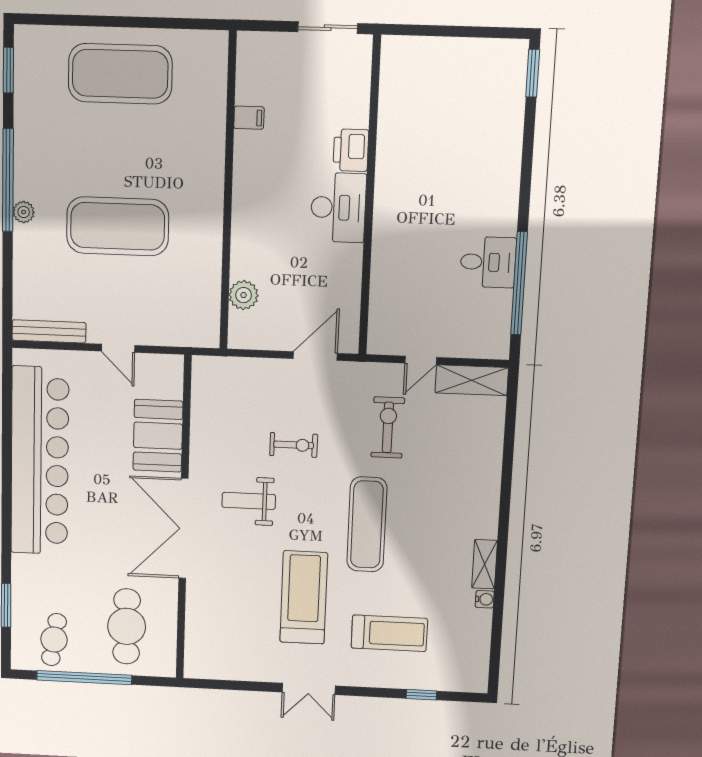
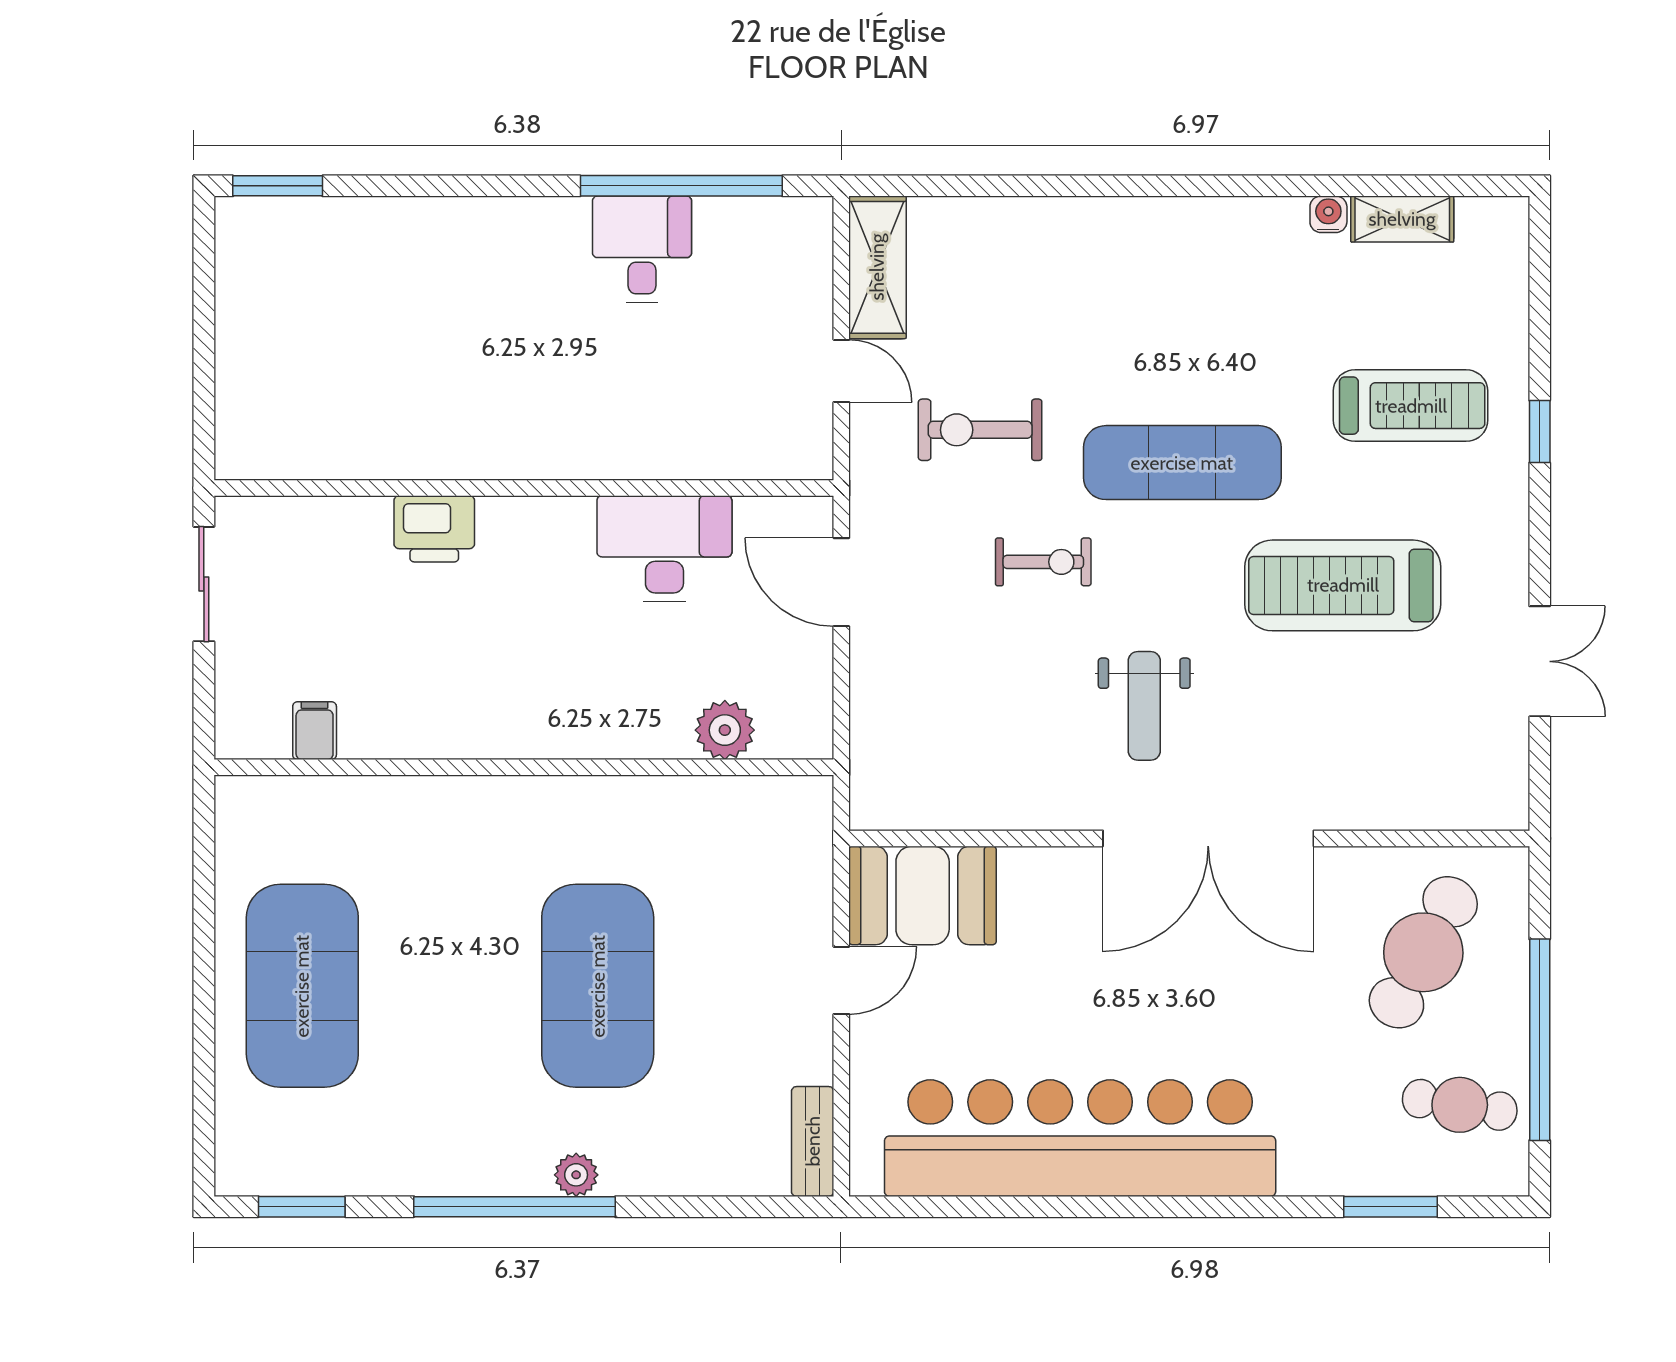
filing cabinet: (249, 118) -> (315, 731), moved
desk: (338, 208) -> (664, 549), moved
bench: (49, 331) -> (813, 1141), width x0.73
booth: (158, 436) -> (923, 895), moved
exercise bike: (294, 445) -> (1043, 562), moved, turned 90
shelving: (485, 564) -> (1402, 219), moved
cafe table: (127, 626) -> (1423, 952), turned -62
treadmill: (389, 633) -> (1411, 406), turned 90
double door: (309, 689) -> (1540, 661), moved
window: (421, 695) -> (1540, 432), moved

